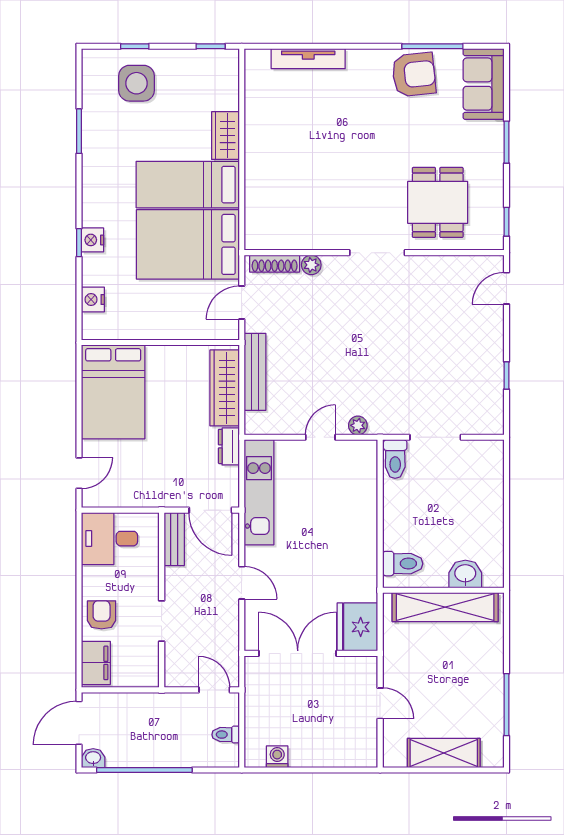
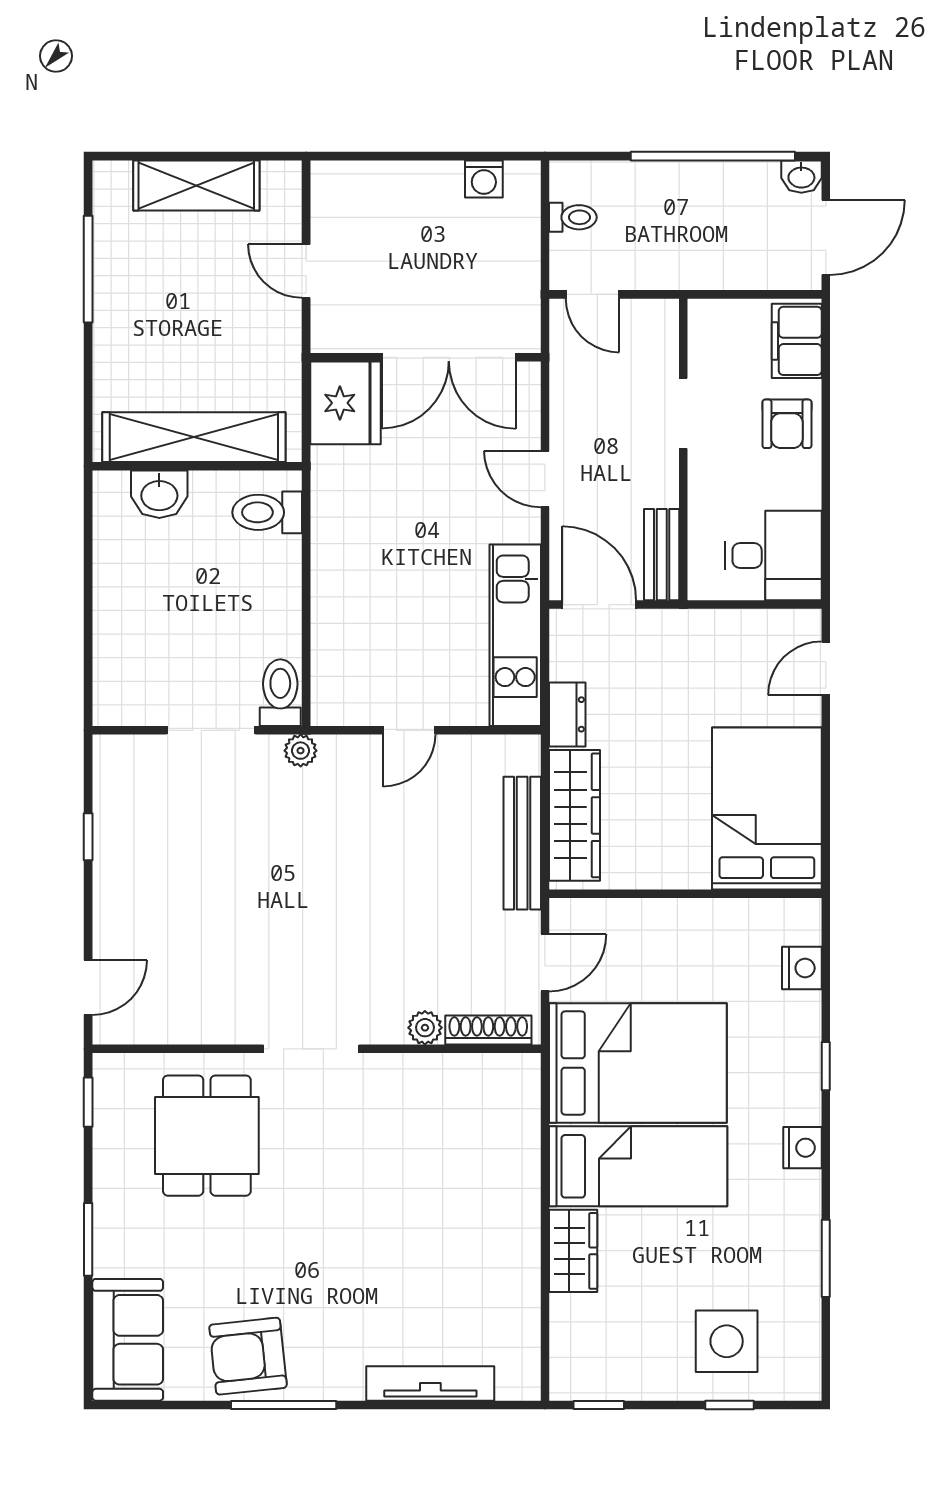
window: (432, 46) -> (284, 1405), moved
nightstand: (93, 240) -> (802, 1148), moved
plant: (358, 425) -> (301, 751), moved

